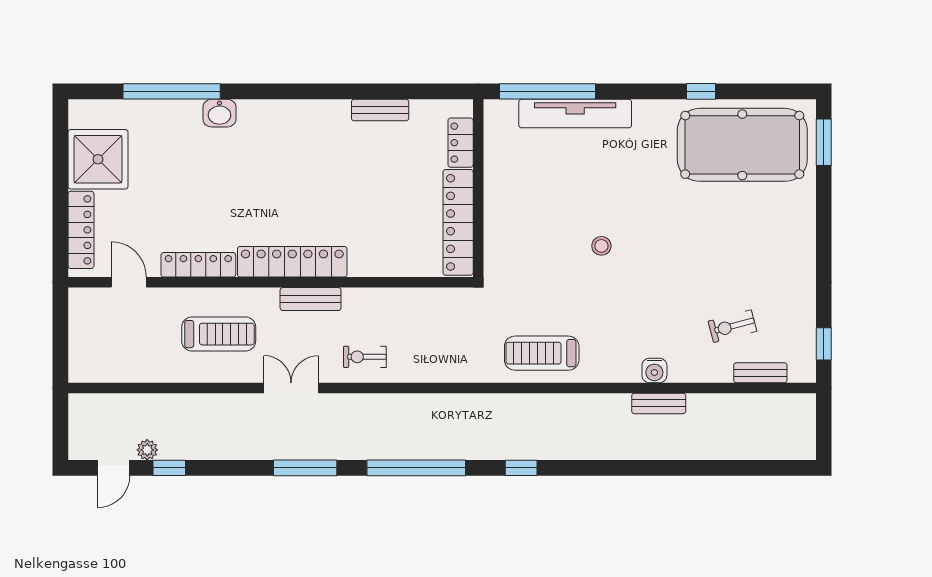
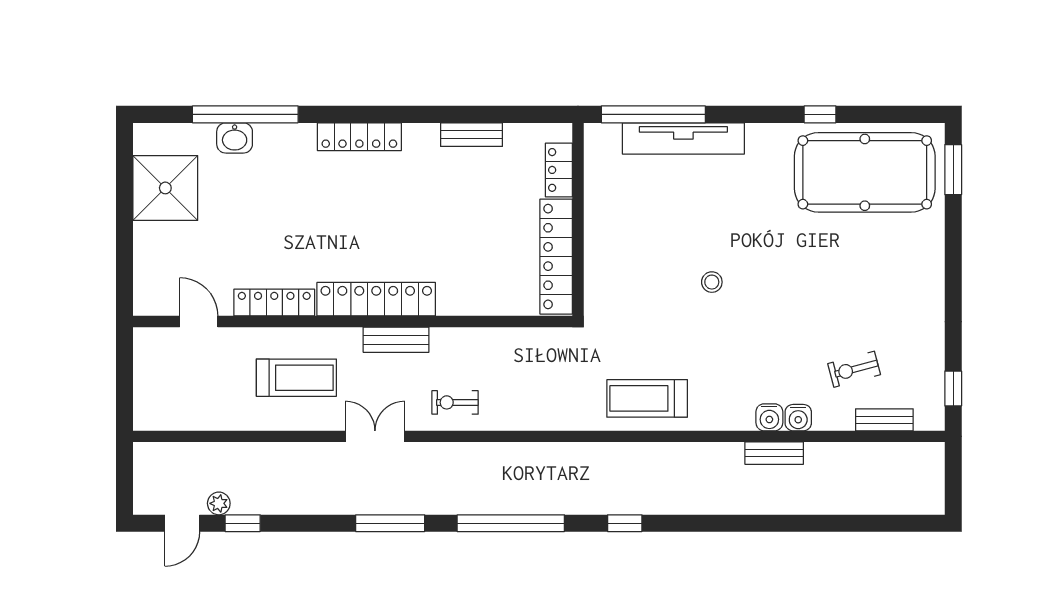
washbasin: (219, 113) -> (235, 138), moved
locker: (81, 230) -> (359, 137), moved, turned 90
water cooler: (681, 371) -> (798, 418), added

